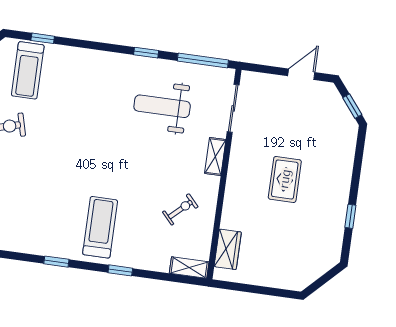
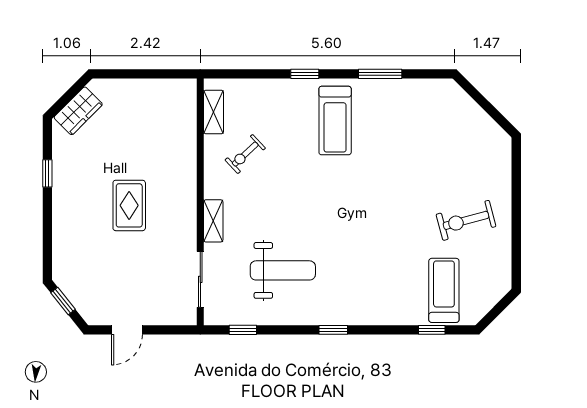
window: (146, 53) -> (333, 330), moved
window: (203, 61) -> (243, 330), width x0.46
wardrobe: (228, 249) -> (78, 111), moved, turned -135
window: (56, 262) -> (380, 74), width x1.50
shelving: (189, 268) -> (214, 112), moved, turned 90

